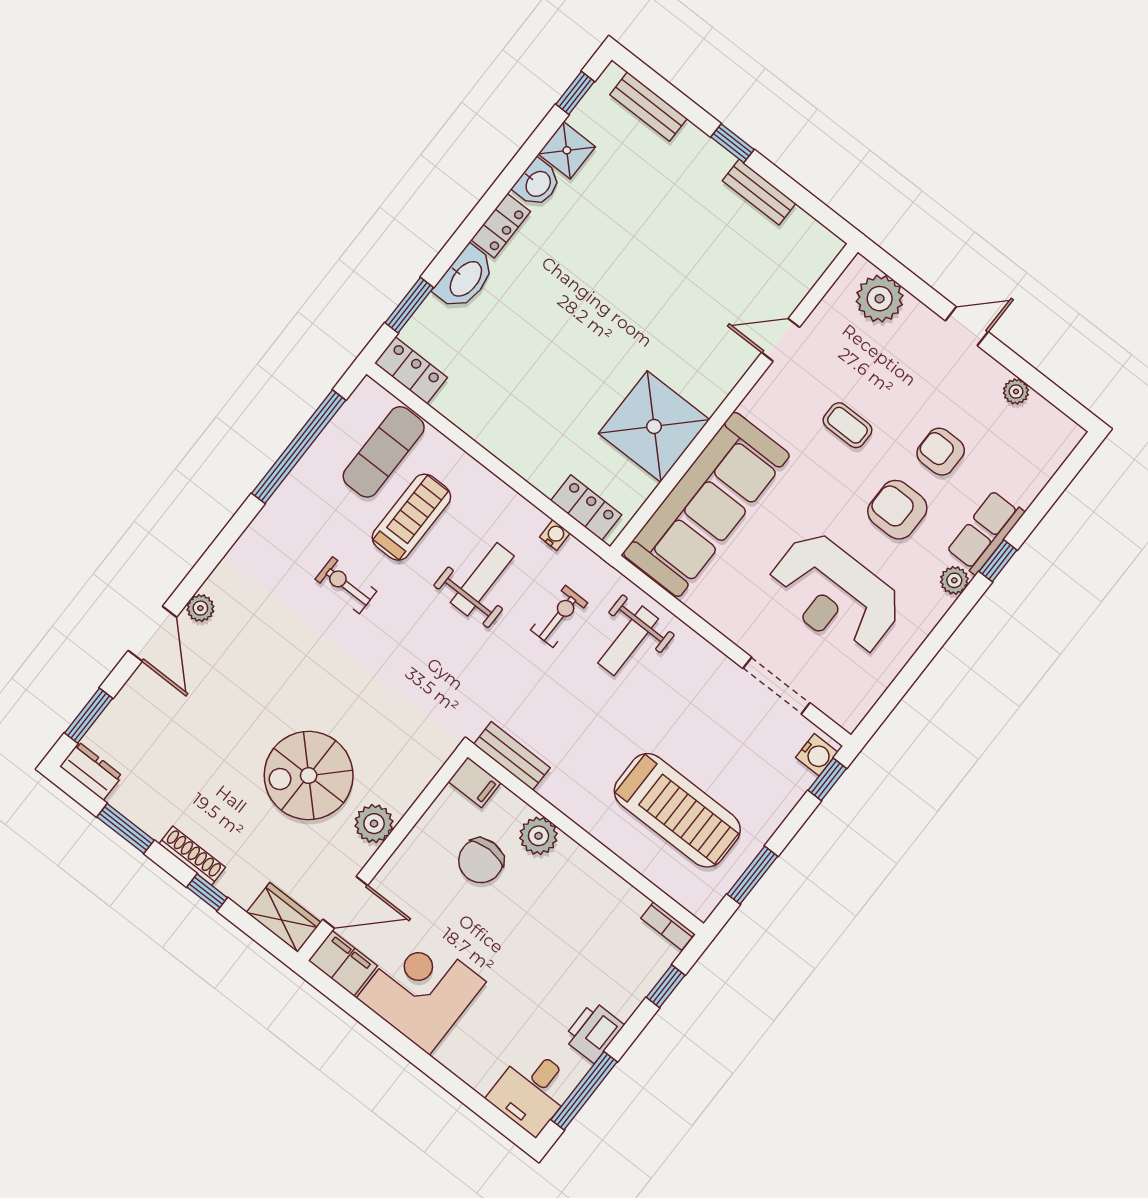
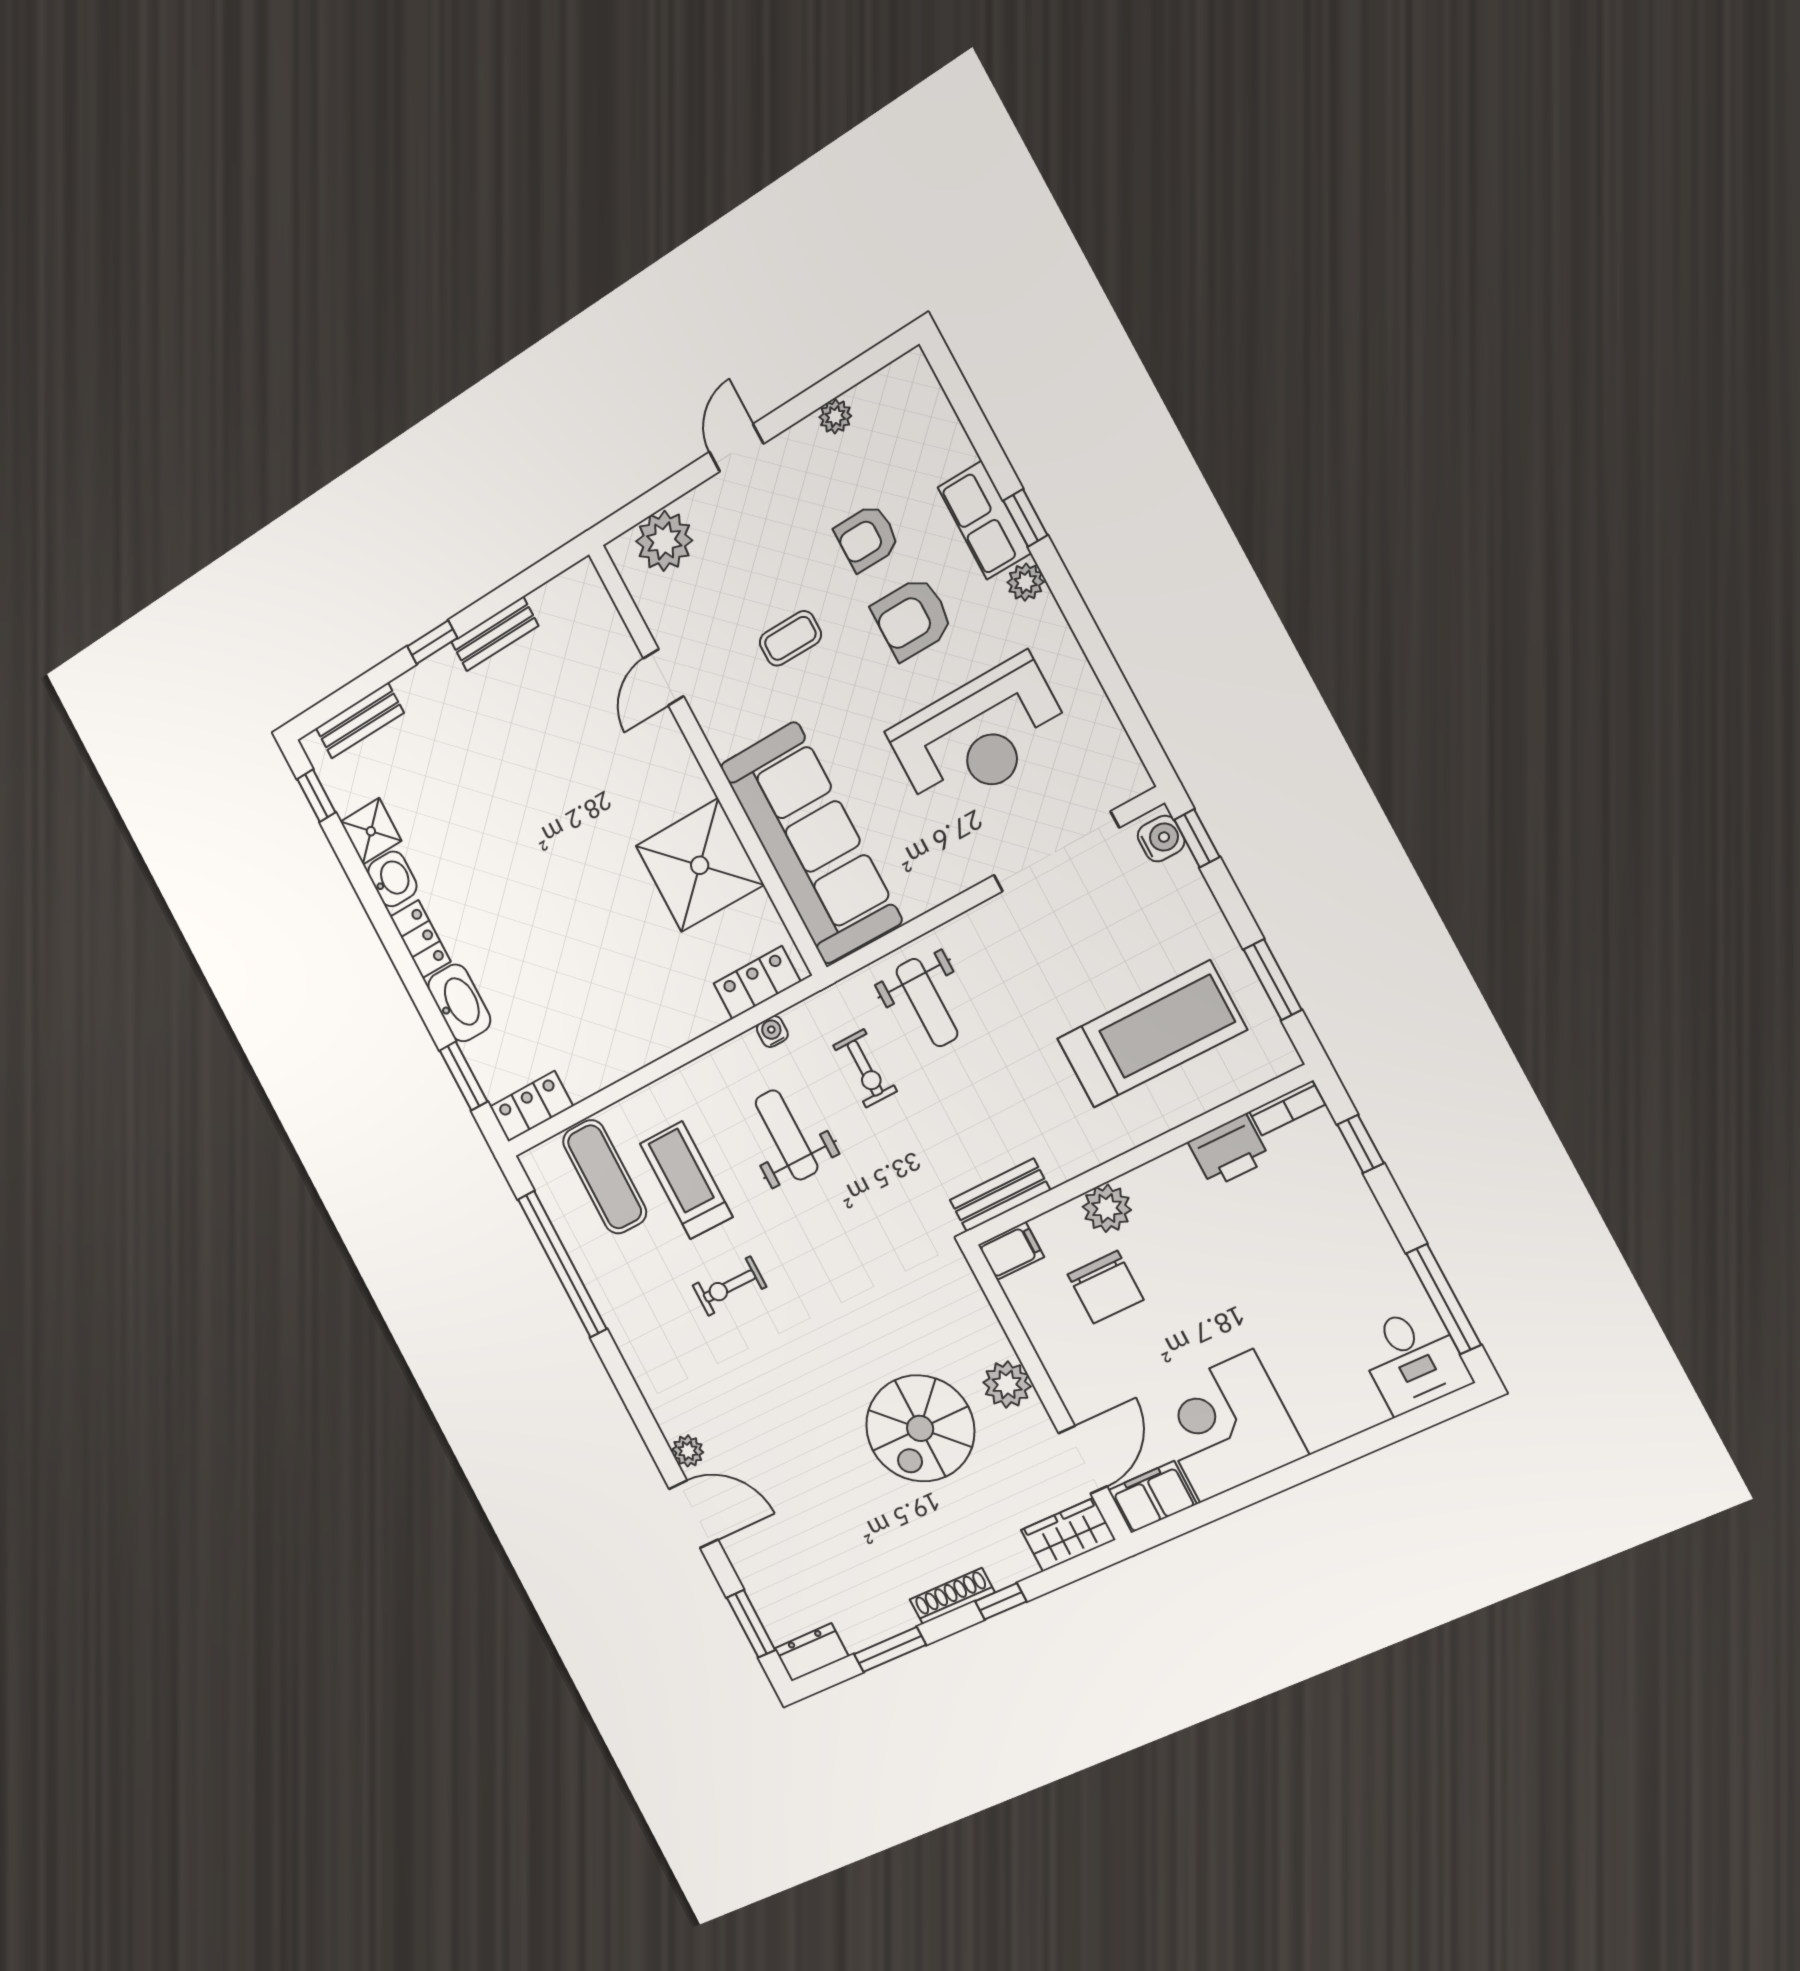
exercise bike: (559, 616) -> (865, 1068), turned 180
doorway: (776, 686) -> (1056, 852), width x1.36
printer: (594, 1032) -> (1229, 1151), moved, turned -90

